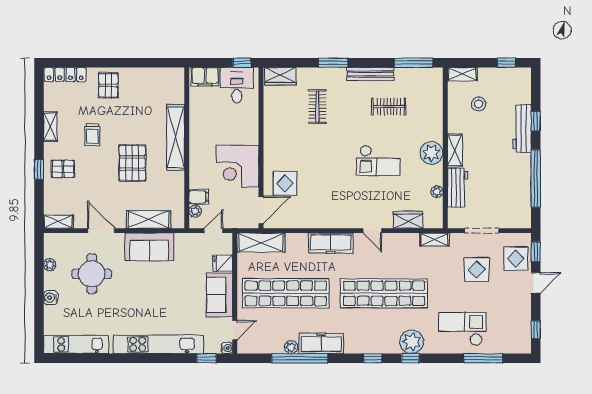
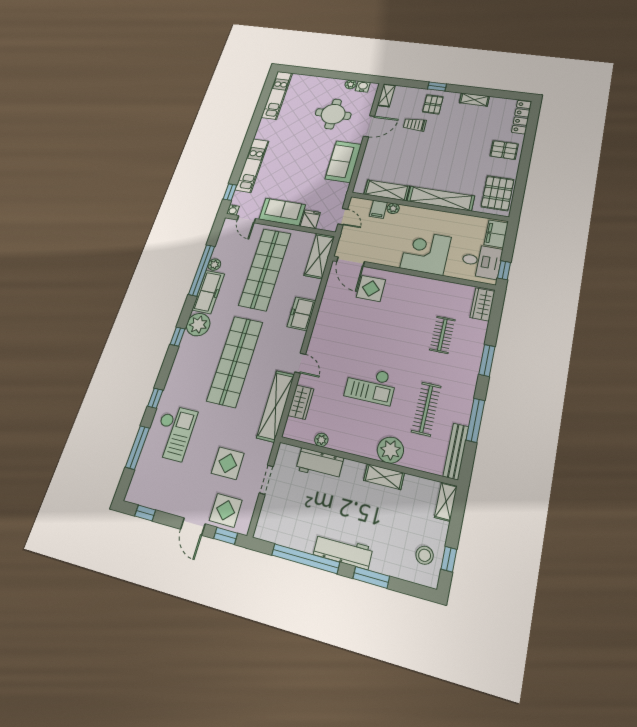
window: (414, 63) -> (475, 420), moved
bench: (370, 74) -> (456, 451), moved
stool: (478, 104) -> (425, 555), moved
clothes rail: (317, 107) -> (442, 335), turned 90
clothes rail: (389, 107) -> (426, 409), width x1.36
window: (536, 121) -> (371, 577), width x1.50
workbench: (522, 129) -> (343, 551), moved
trolley: (92, 135) -> (415, 124), moved
shelving: (455, 150) -> (384, 477), moved
plant: (431, 153) -> (390, 450), moved
checkout: (378, 161) -> (371, 385), turned -90
pallet: (132, 163) -> (497, 193), moved, turned 90
corner desk: (237, 166) -> (426, 253), moved
plant: (195, 211) -> (393, 208), moved
shelving: (149, 219) -> (387, 190), moved, turned 90
door: (372, 231) -> (300, 363), swing flipped
doorway: (482, 231) -> (266, 480), width x0.73
shelving: (434, 240) -> (276, 406), width x2.20, depth x1.33
freezer: (331, 243) -> (301, 314), width x0.71
water cooler: (51, 298) -> (363, 87), moved
plant: (412, 342) -> (198, 325), moved
kitchen unit: (158, 344) -> (252, 165), width x0.73
window: (410, 358) -> (155, 398), moved

